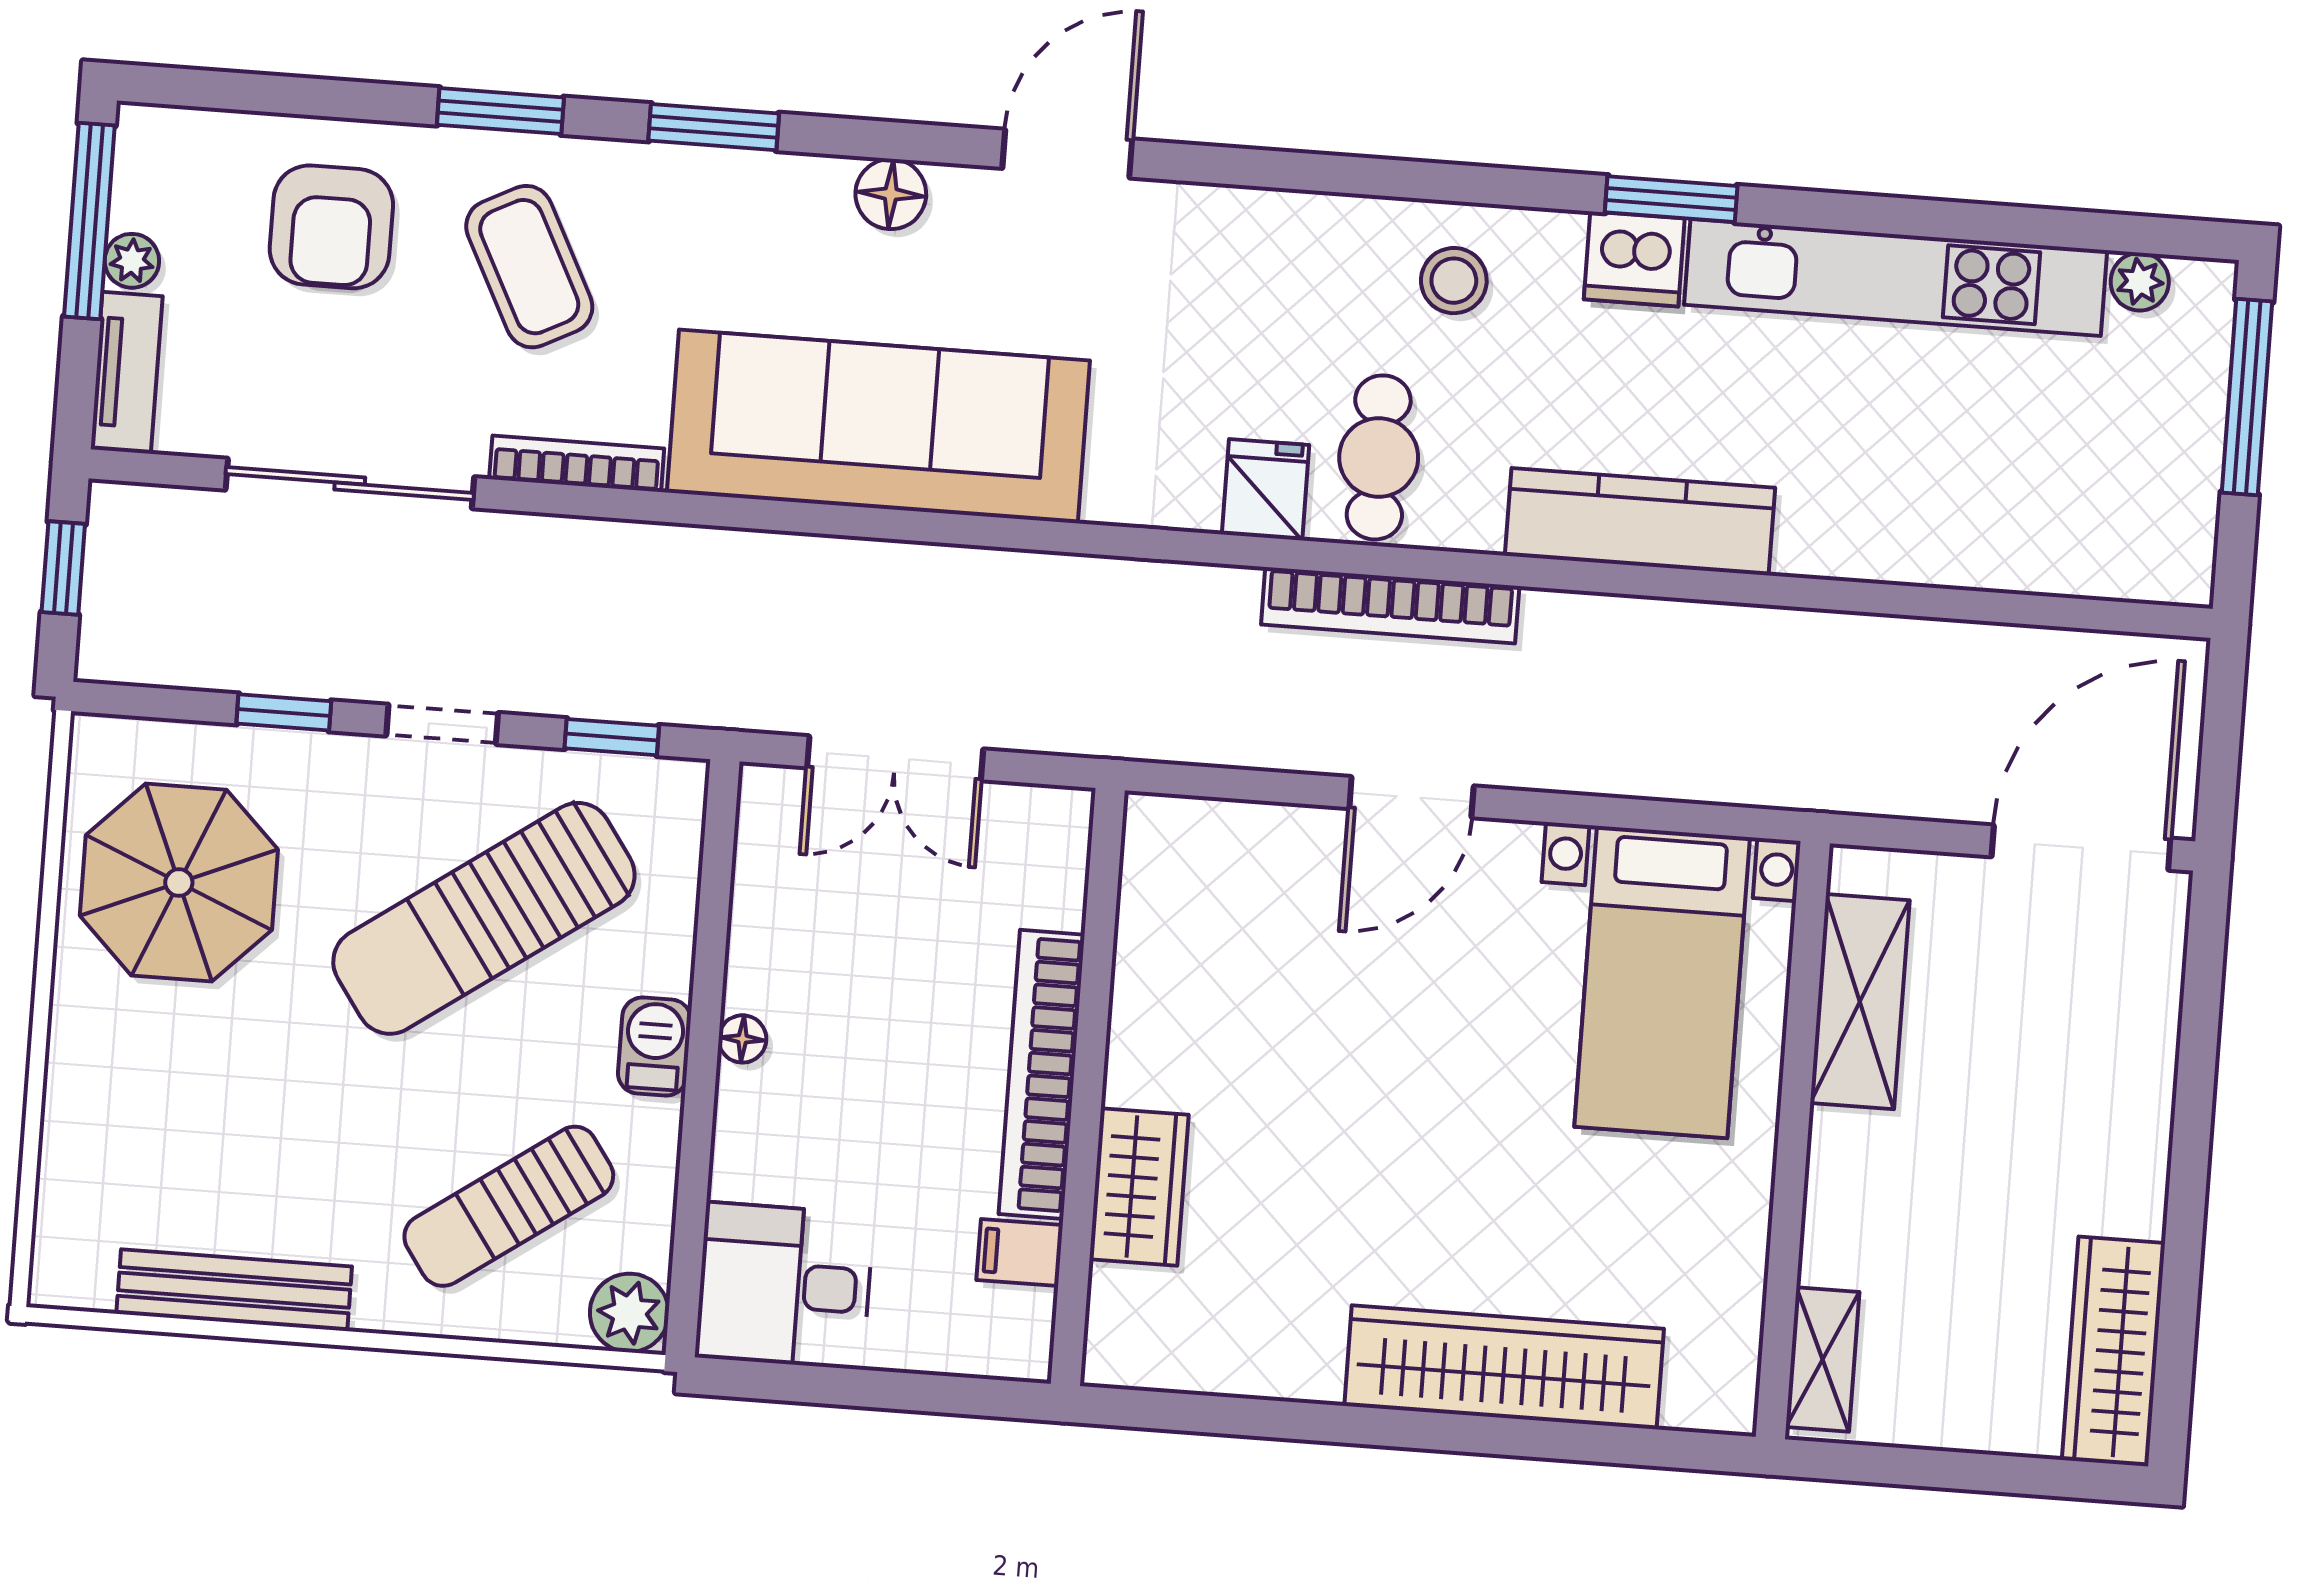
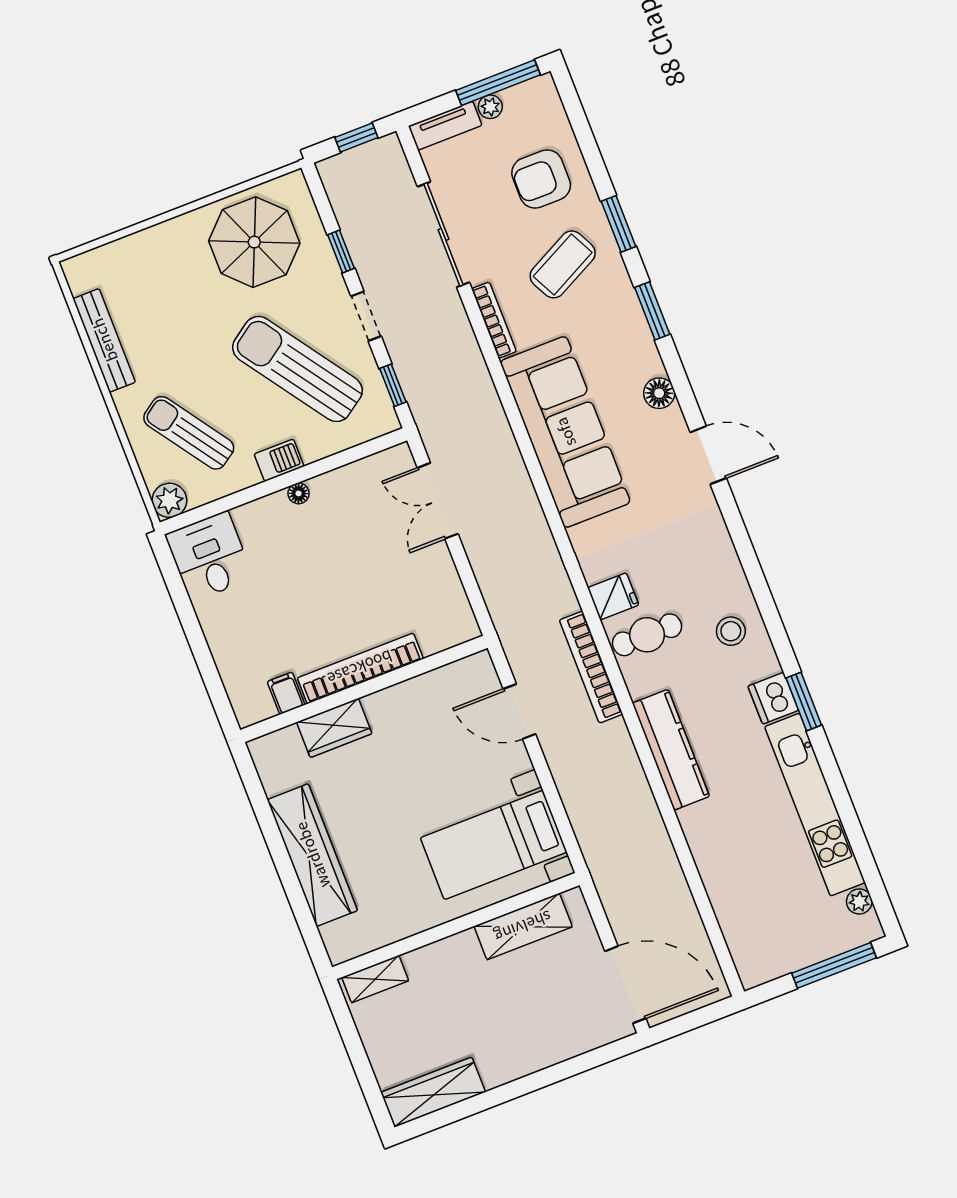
bookcase: (1042, 1074) -> (360, 668), moved
wall: (1088, 1087) -> (364, 689), moved
wardrobe: (1139, 1187) -> (334, 728), moved
filing cabinet: (1020, 1252) -> (286, 693), moved

